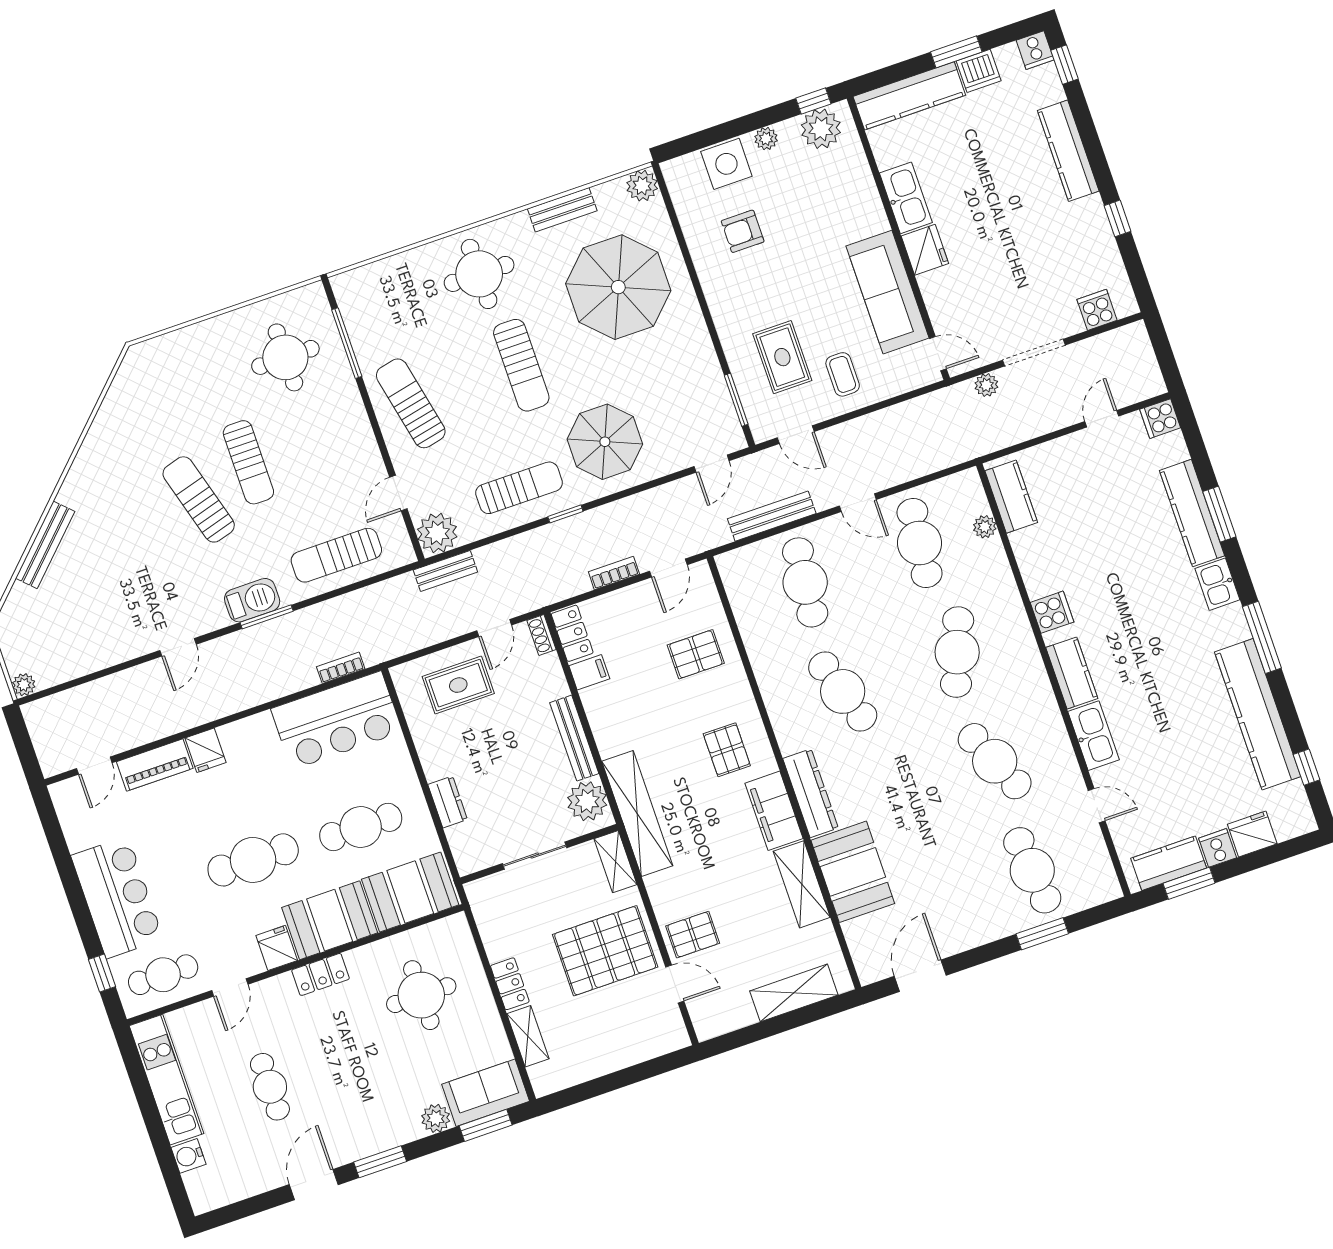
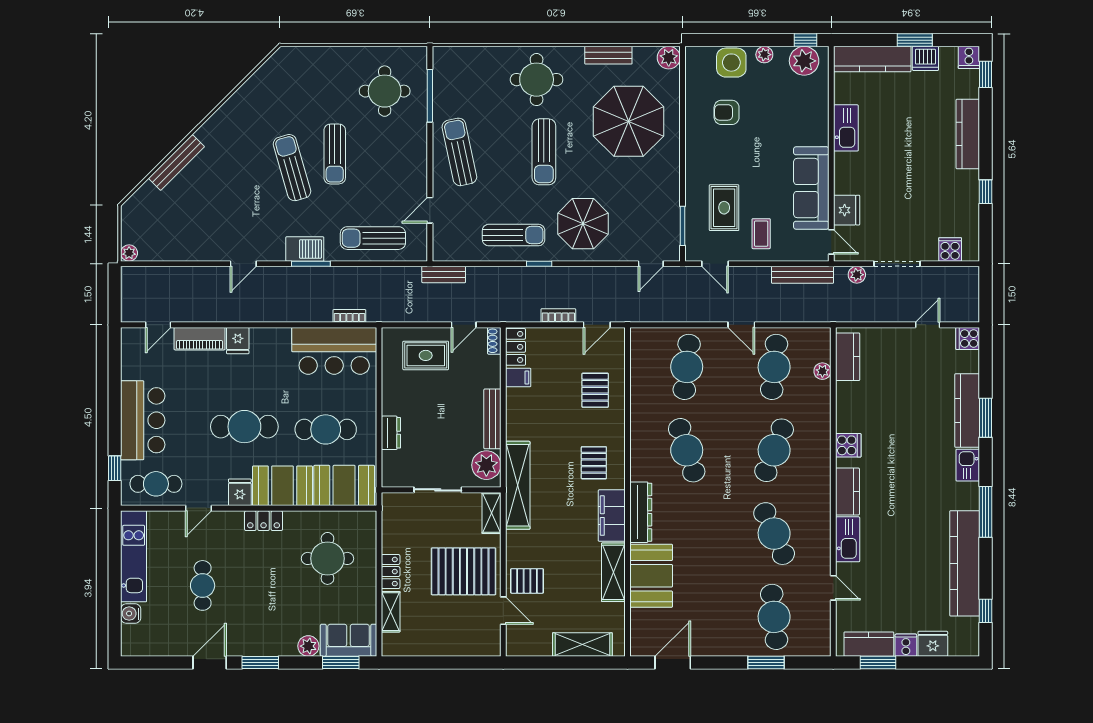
fridge: (925, 250) -> (847, 210), moved
bench: (772, 516) -> (803, 275), moved
plant: (437, 533) -> (447, 247), removed
pallet: (696, 654) -> (595, 390), turned 90

